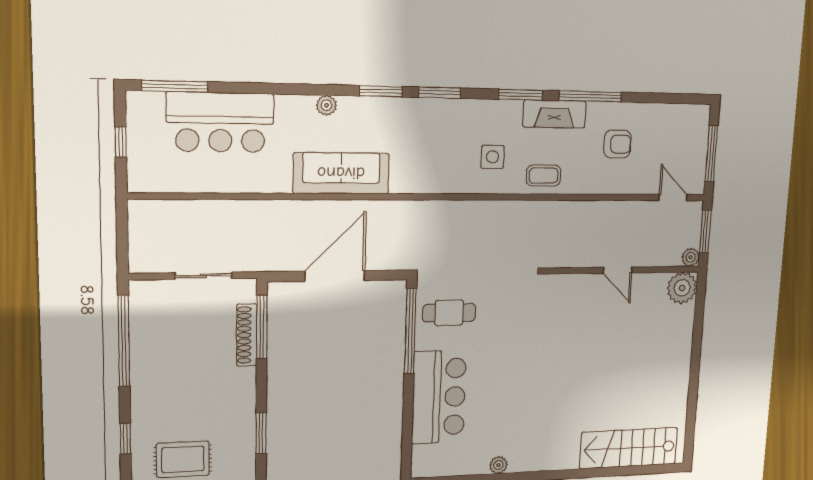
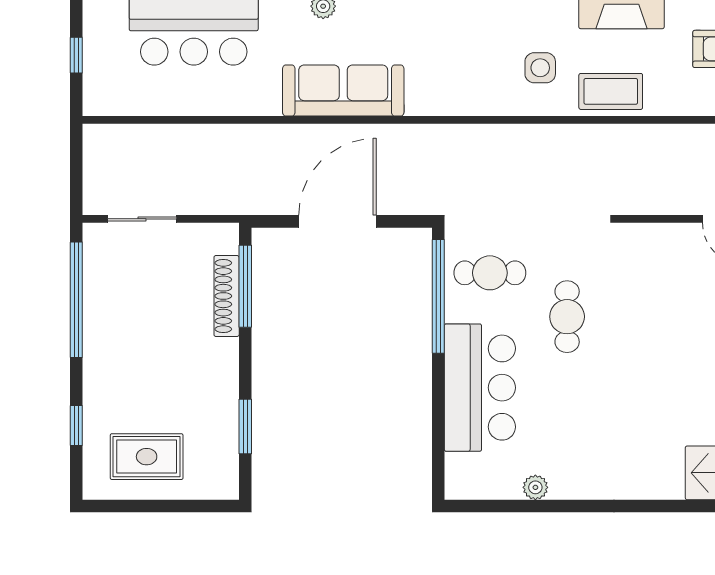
coffee table: (544, 176) -> (611, 91), width x1.36, depth x1.30
sliding door: (203, 276) -> (142, 219), moved
cafe table: (504, 343) -> (567, 317), added
plant: (499, 465) -> (535, 487), moved

